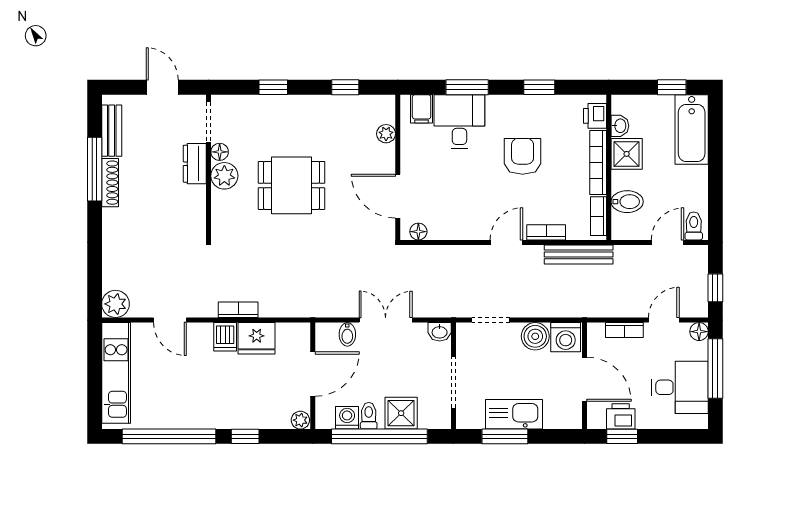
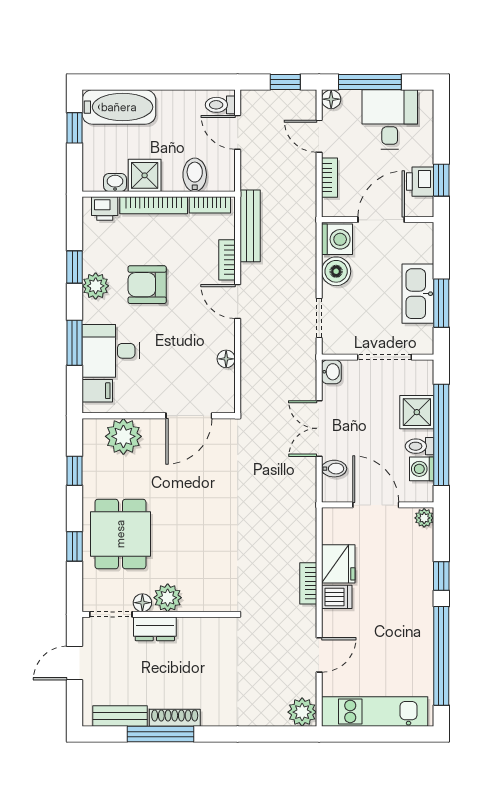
plant: (521, 107) -> (96, 286), added
plant: (386, 134) -> (123, 436), width x1.88, depth x1.88
dining table: (291, 185) -> (120, 534), moved
floor lamp: (418, 232) -> (226, 359), moved

